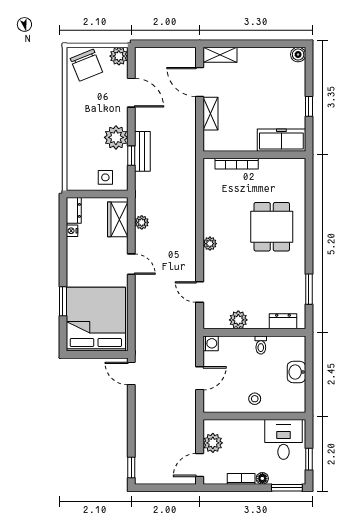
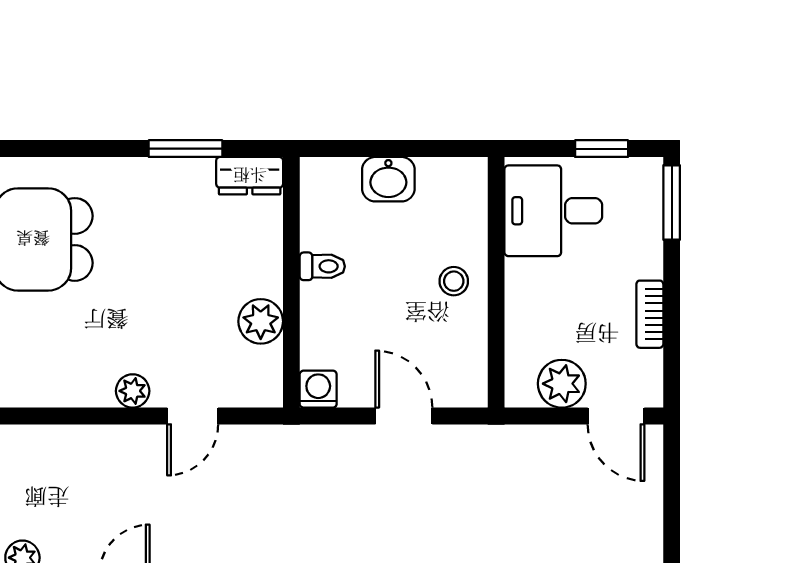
plant: (210, 244) -> (133, 391), moved
dresser: (283, 321) -> (250, 176), moved, turned -90
floor lamp: (262, 478) -> (649, 263), removed

